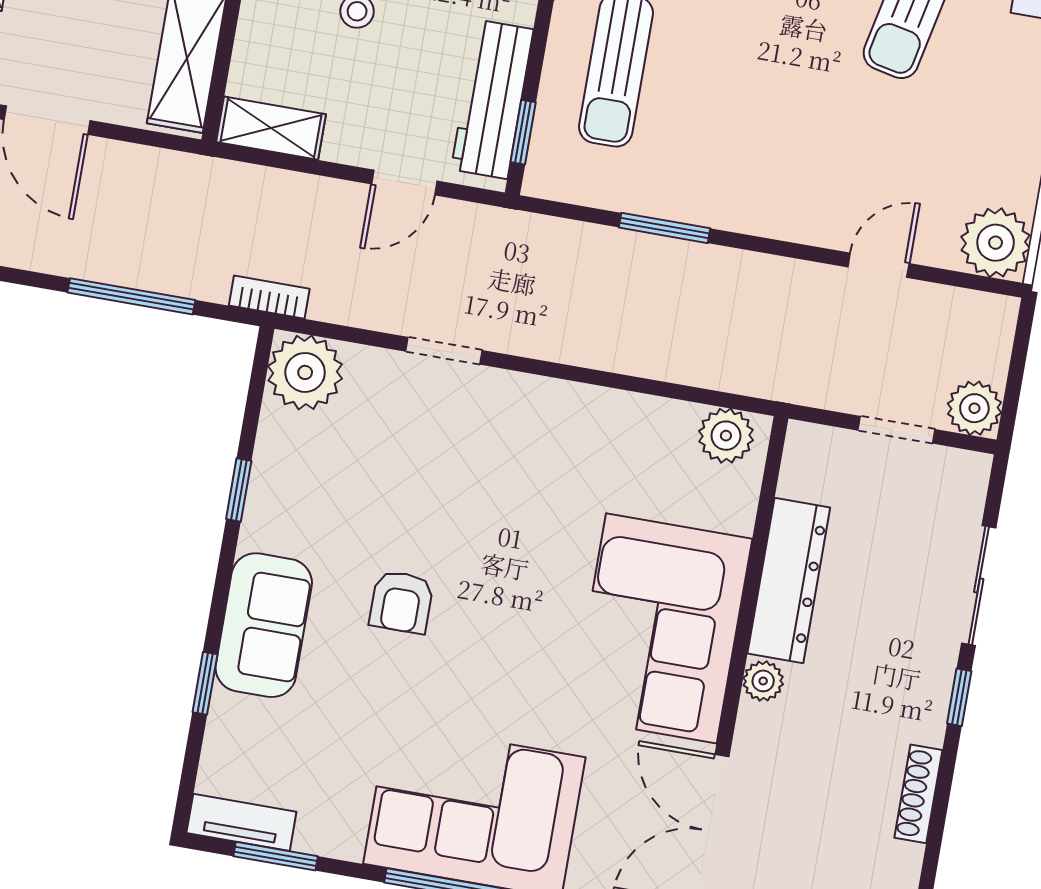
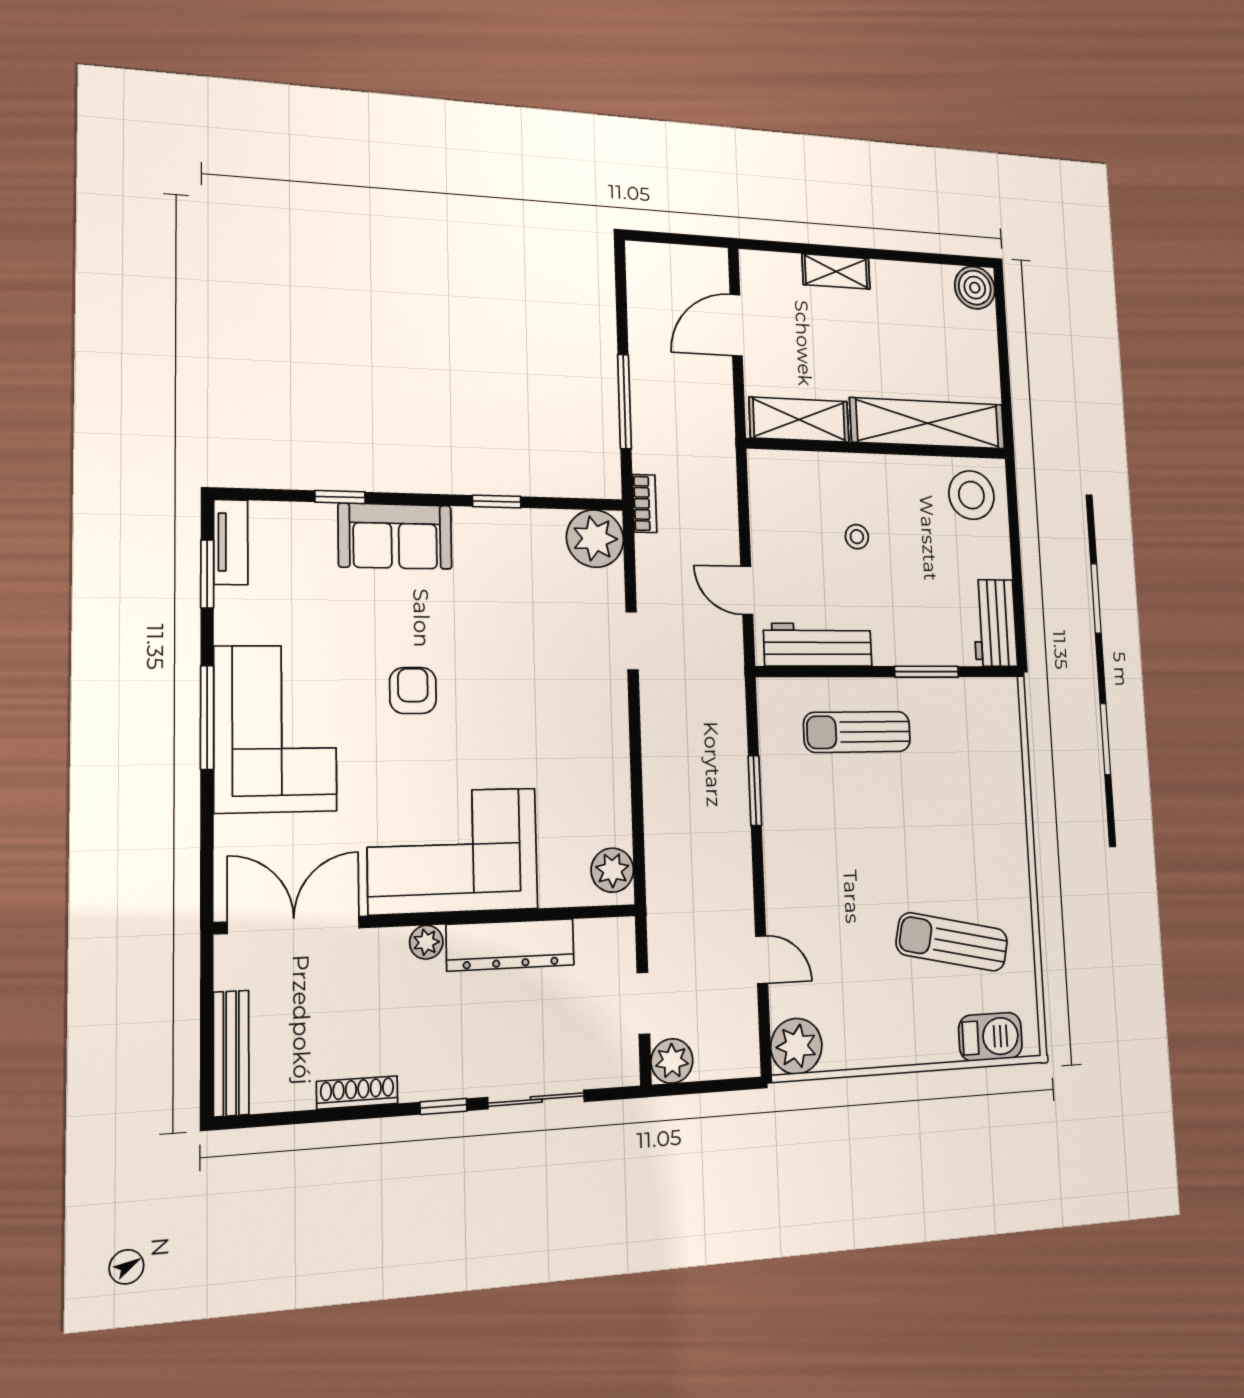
shelving: (271, 128) -> (764, 487), removed
window: (523, 132) -> (800, 672), removed
armchair: (401, 602) -> (413, 691), moved, turned 90

